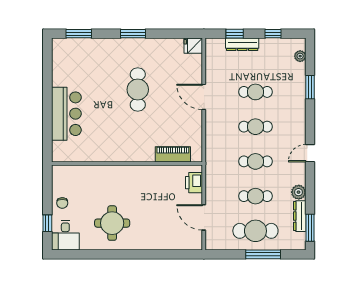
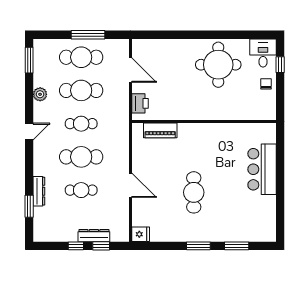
window: (79, 34) -> (237, 246), moved
window: (273, 34) -> (76, 246), moved
plant: (300, 56) -> (38, 224), removed
window: (310, 87) -> (29, 206), moved
cafe table: (255, 127) -> (81, 157), width x1.37, depth x1.35
cafe table: (255, 196) -> (81, 90), width x1.37, depth x1.35
dresser: (300, 216) -> (39, 191), moved
round table: (112, 223) -> (218, 65), width x1.36, depth x1.36
window: (263, 254) -> (88, 35), moved

